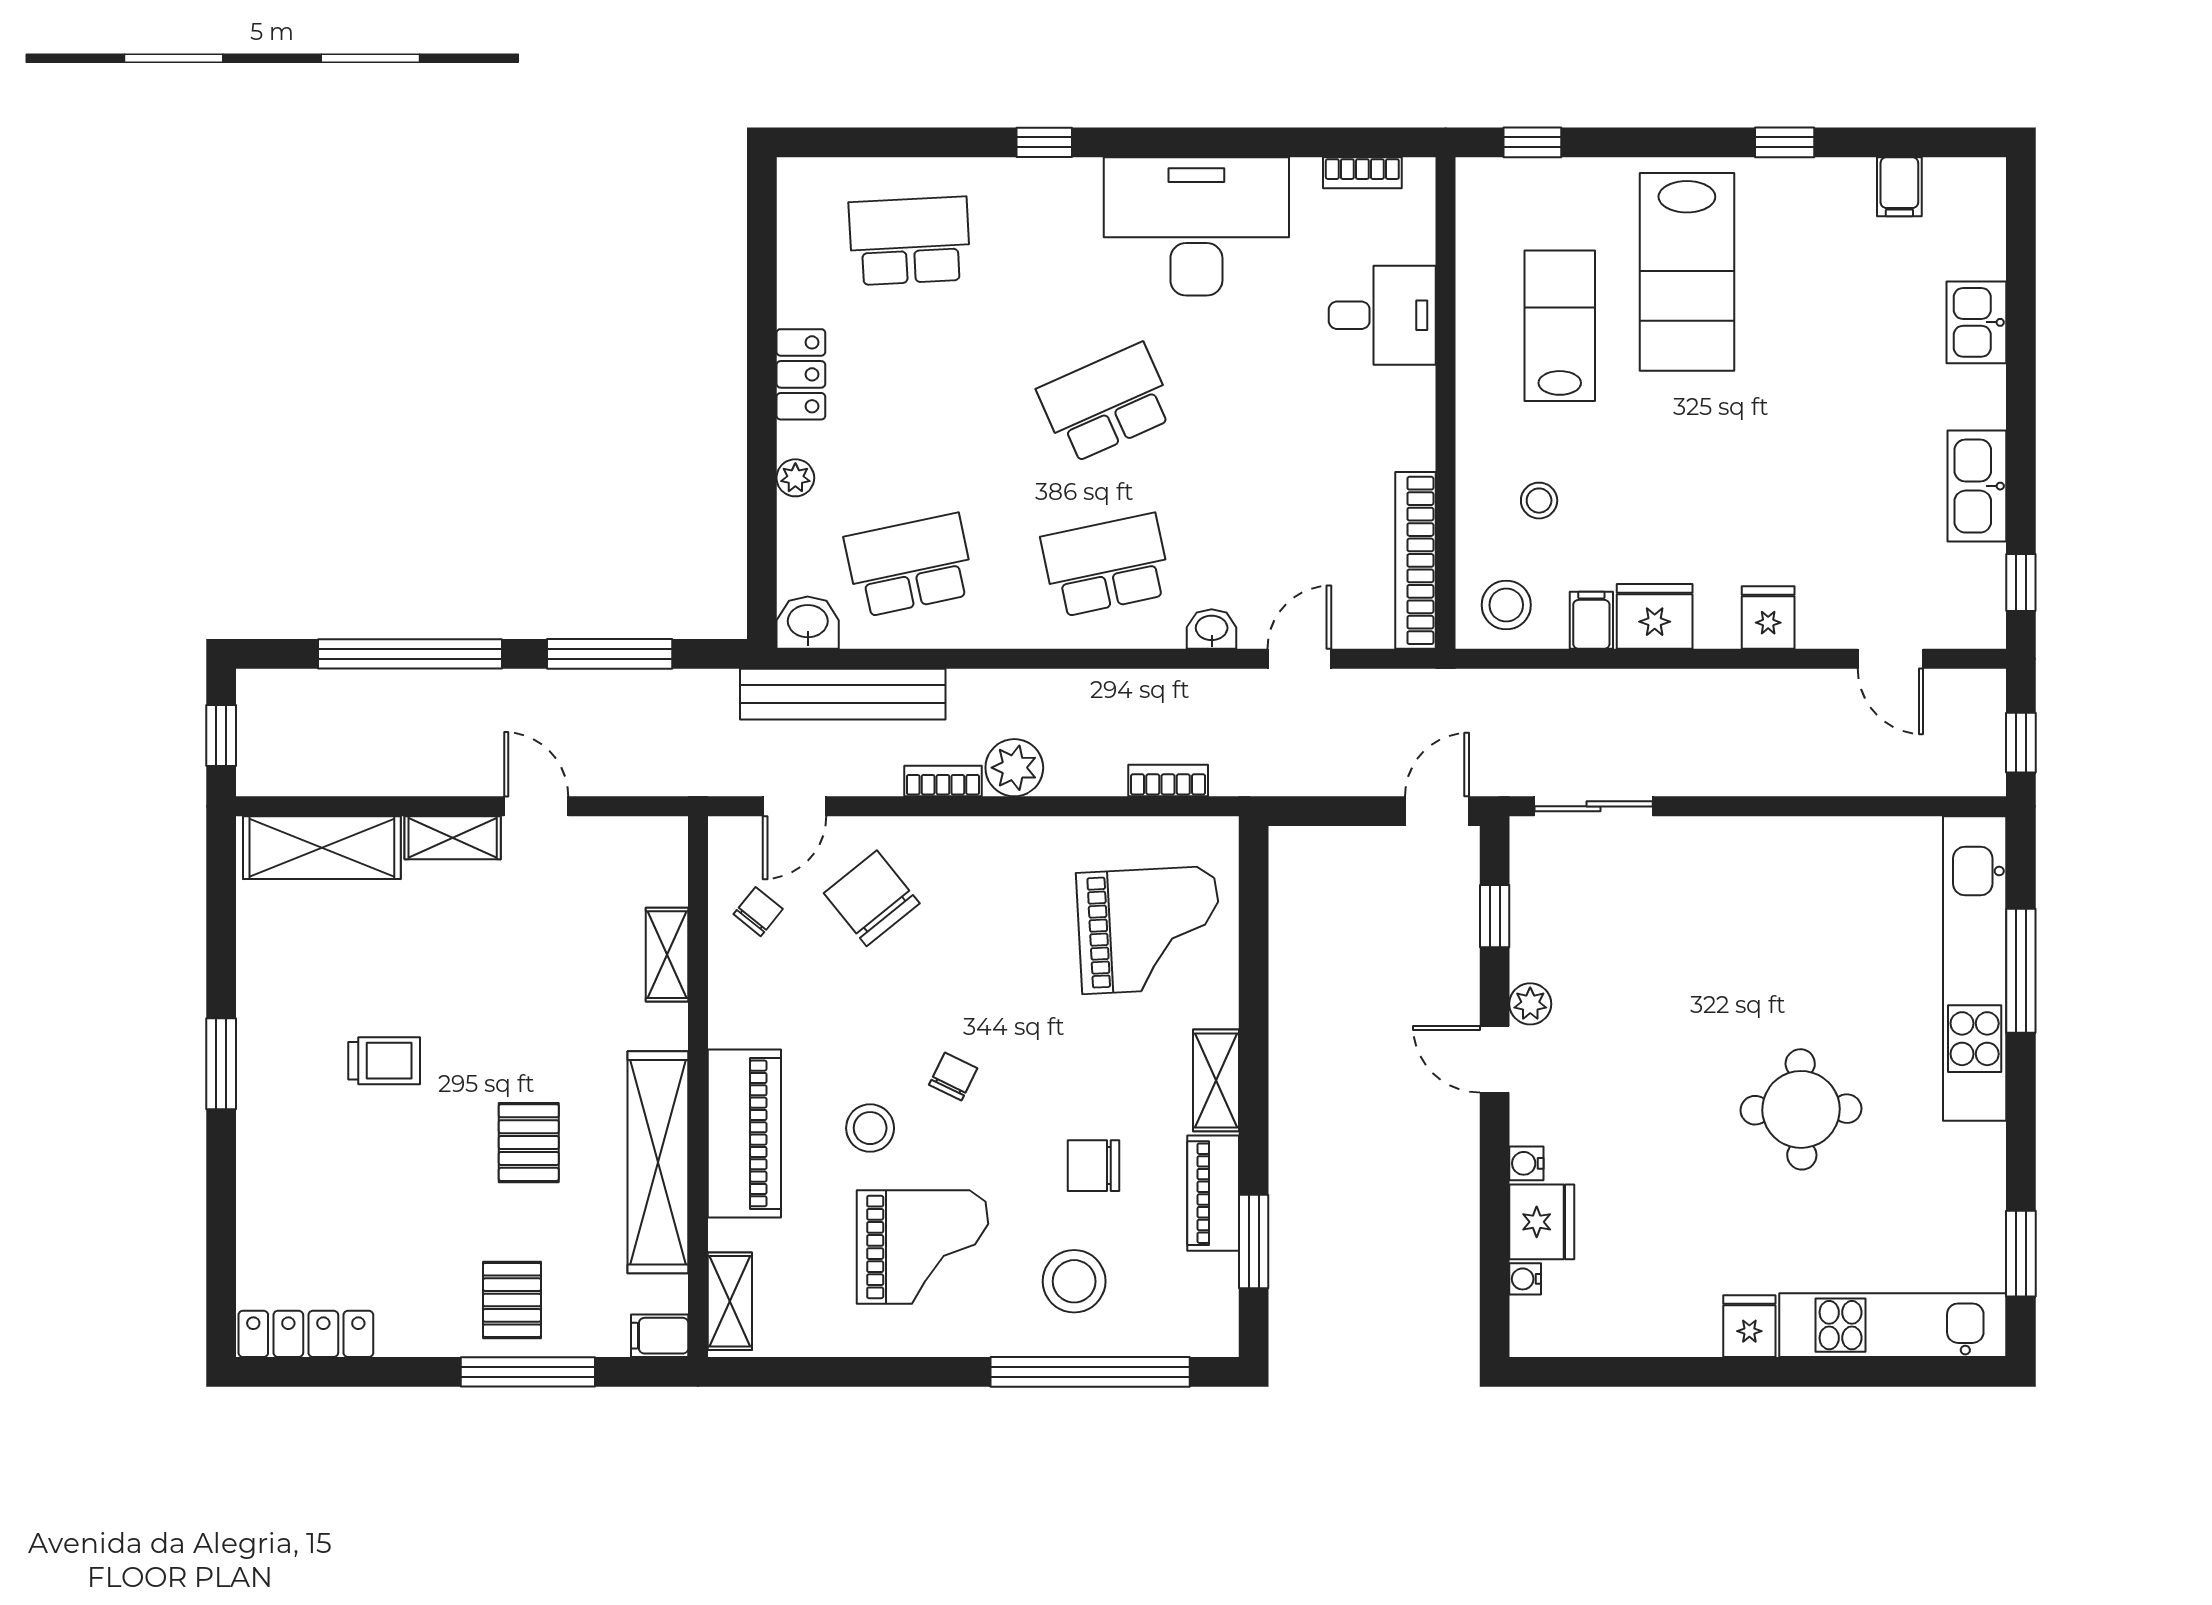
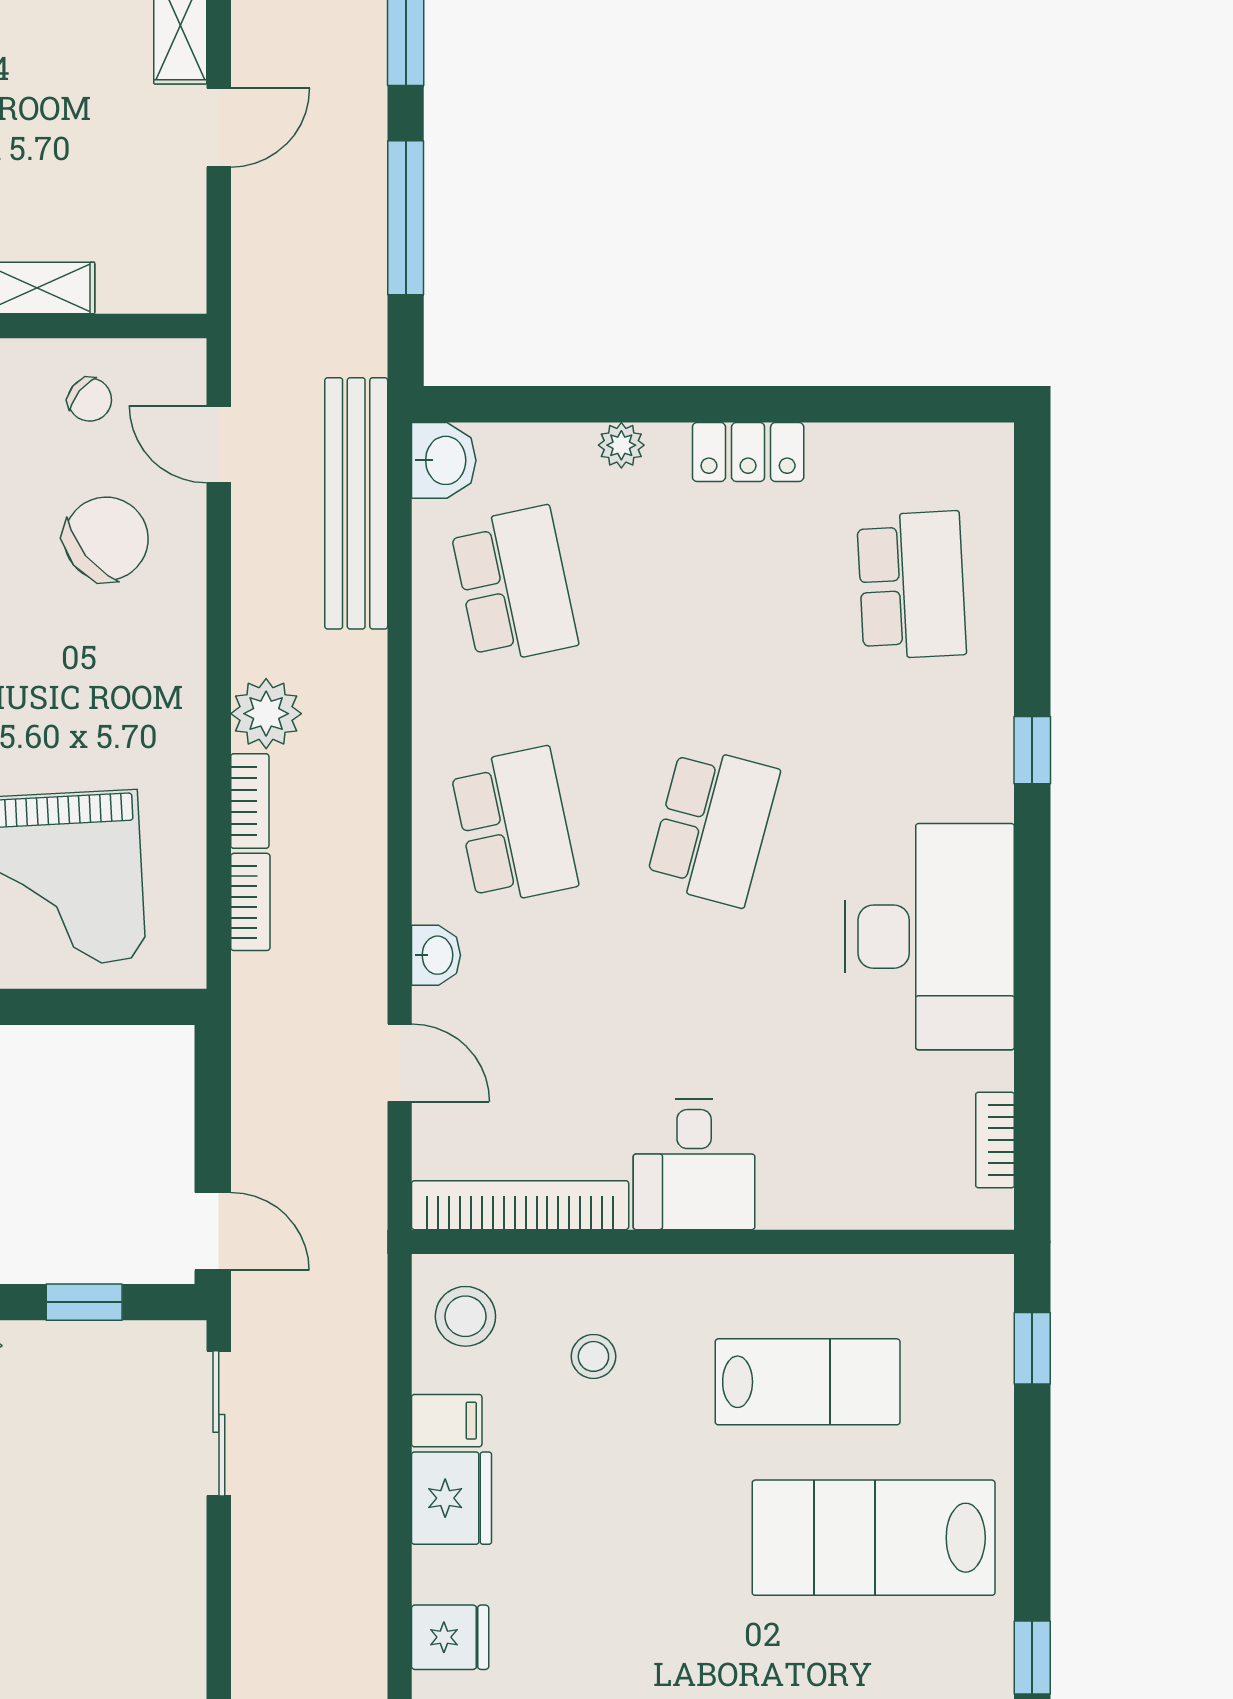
desk: (1382, 315) -> (694, 1164), moved
school desk: (1106, 403) -> (713, 826), turned 39
bookcase: (943, 781) -> (250, 801), moved

